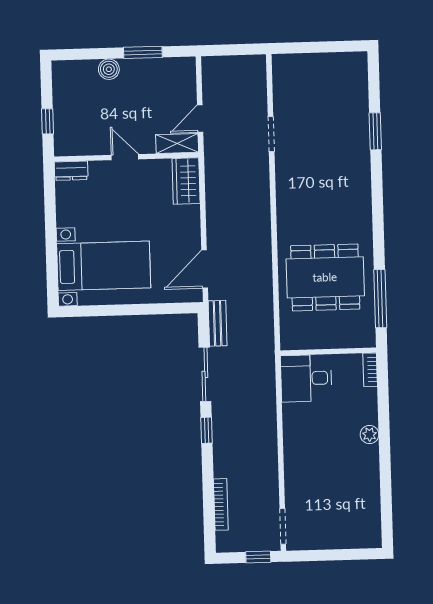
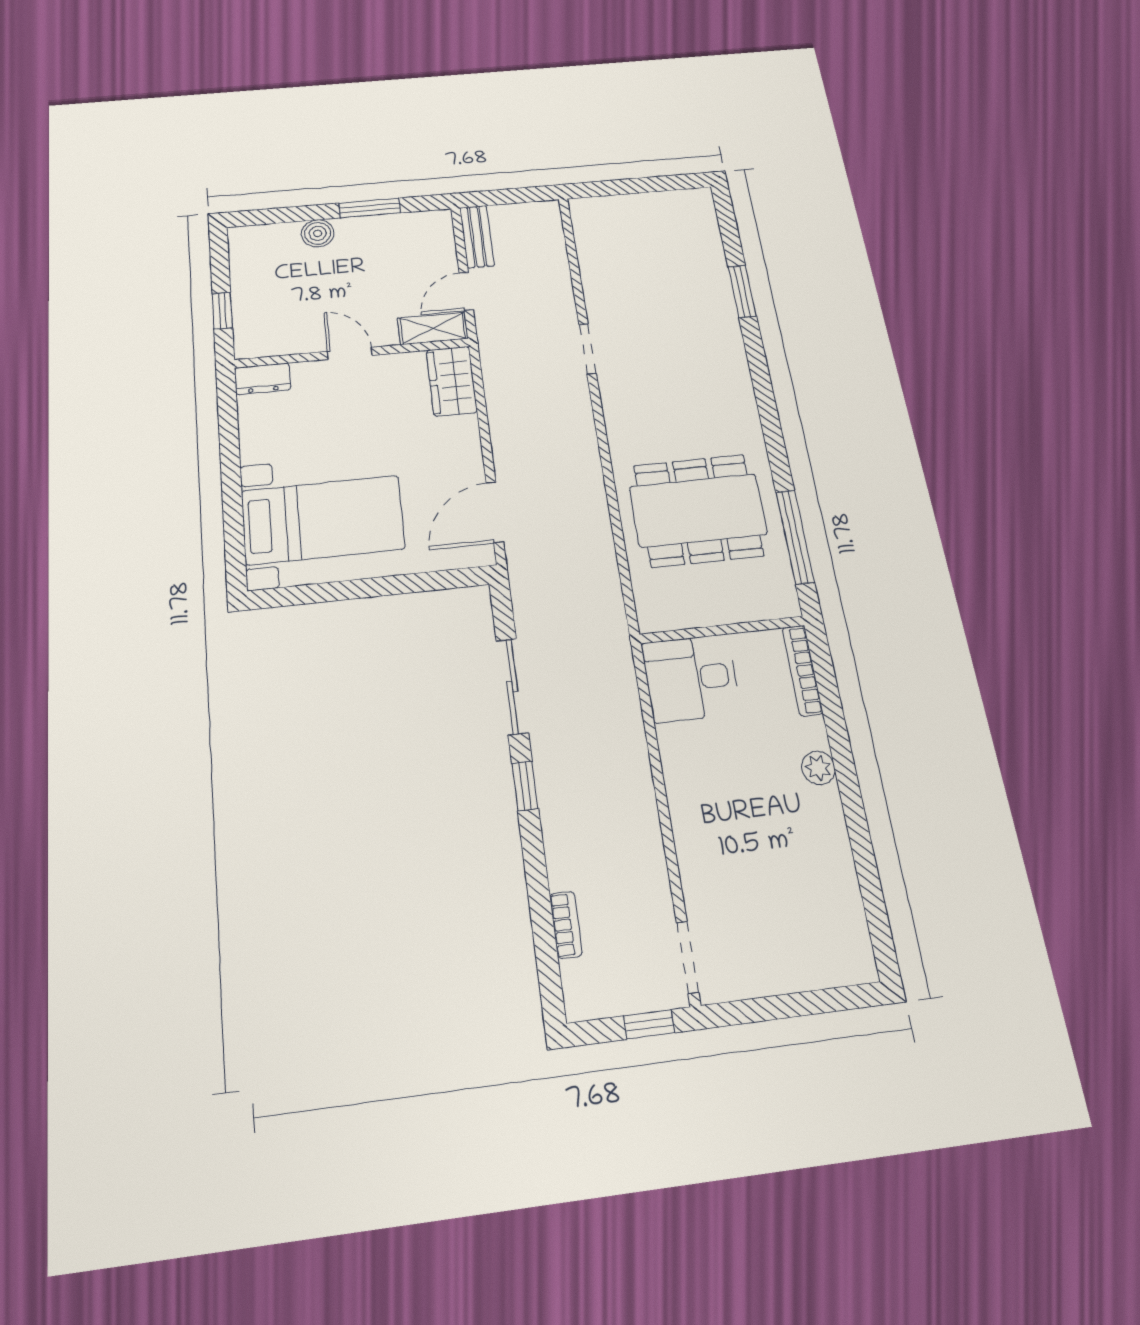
doorway: (271, 134) -> (588, 349), moved
bench: (218, 323) -> (477, 237), moved
bookcase: (370, 370) -> (802, 670), width x1.56
bookcase: (221, 504) -> (566, 925), width x0.64

